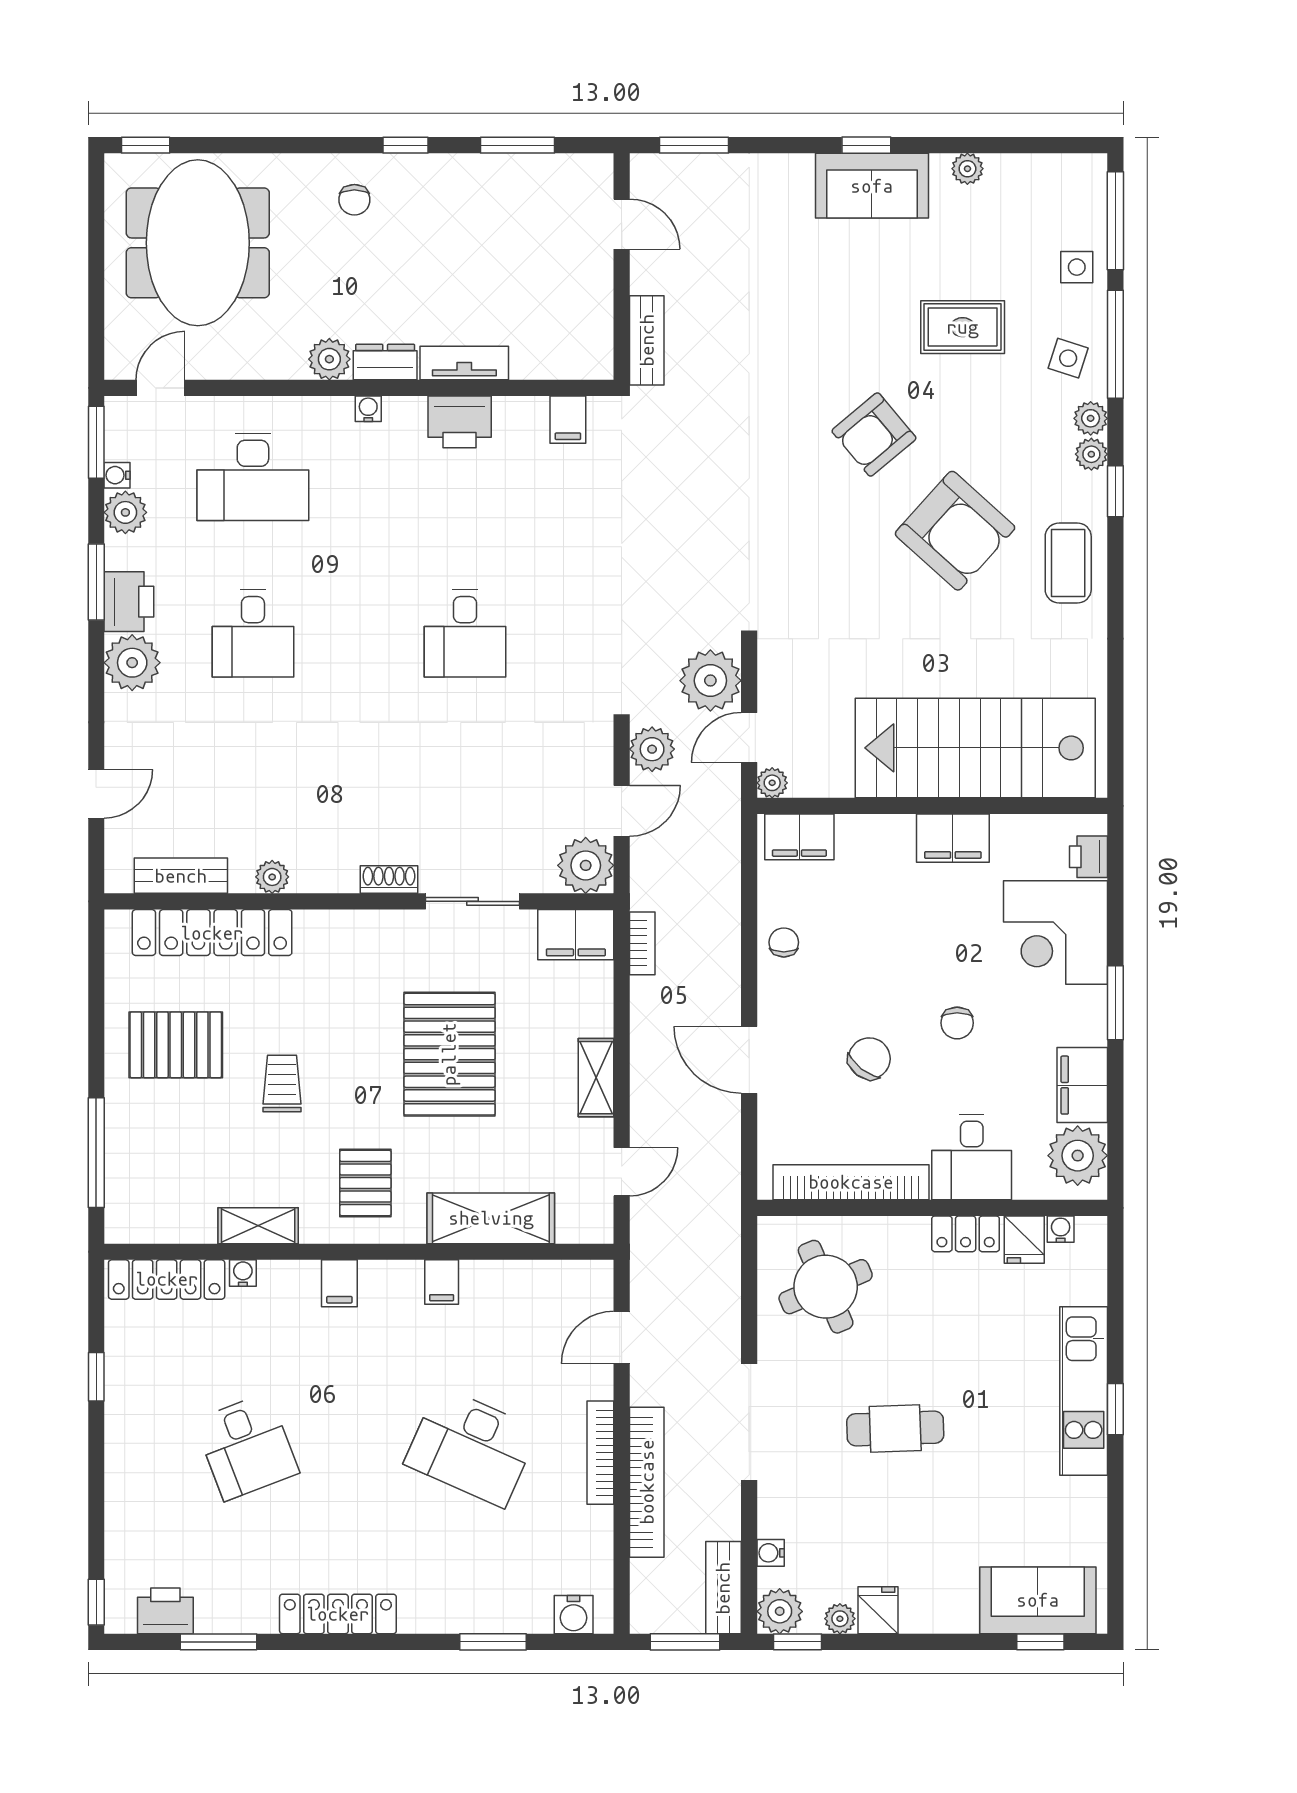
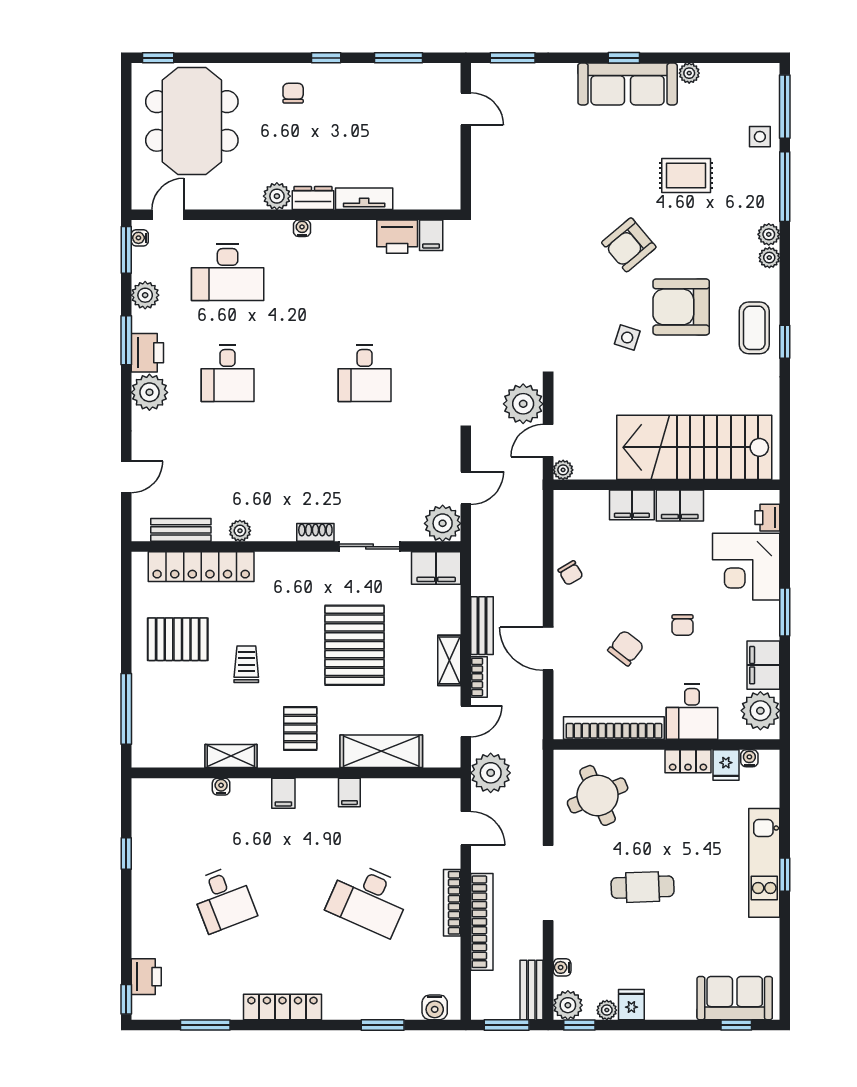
sofa: (872, 186) -> (628, 84), width x1.36
chair: (354, 200) -> (293, 93), turned 180
bench: (647, 340) -> (482, 626), moved
side table: (1068, 358) -> (627, 338), moved
printer: (460, 422) -> (397, 237), moved
water cooler: (117, 475) -> (140, 238), moved
window: (1115, 491) -> (785, 342), moved
armchair: (955, 531) -> (681, 307), turned 138
plant: (652, 749) -> (491, 773), moved, width x1.36, depth x1.36
filing cabinet: (799, 837) -> (632, 505), moved
chair: (784, 942) -> (571, 573), turned 150
bookcase: (642, 943) -> (479, 677), moved
locker: (167, 1279) -> (172, 791), removed
door: (622, 1337) -> (466, 828), swing flipped
printer: (165, 1611) -> (146, 977), moved, turned 90

